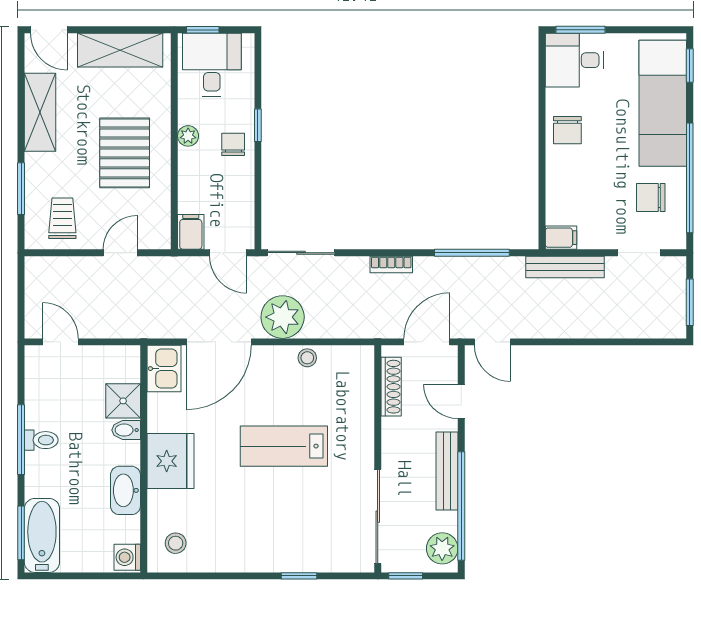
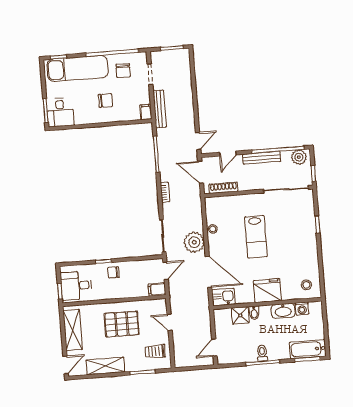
chair: (567, 130) -> (105, 100), moved
plant: (188, 136) -> (111, 294), removed
washing machine: (127, 557) -> (302, 309), moved

